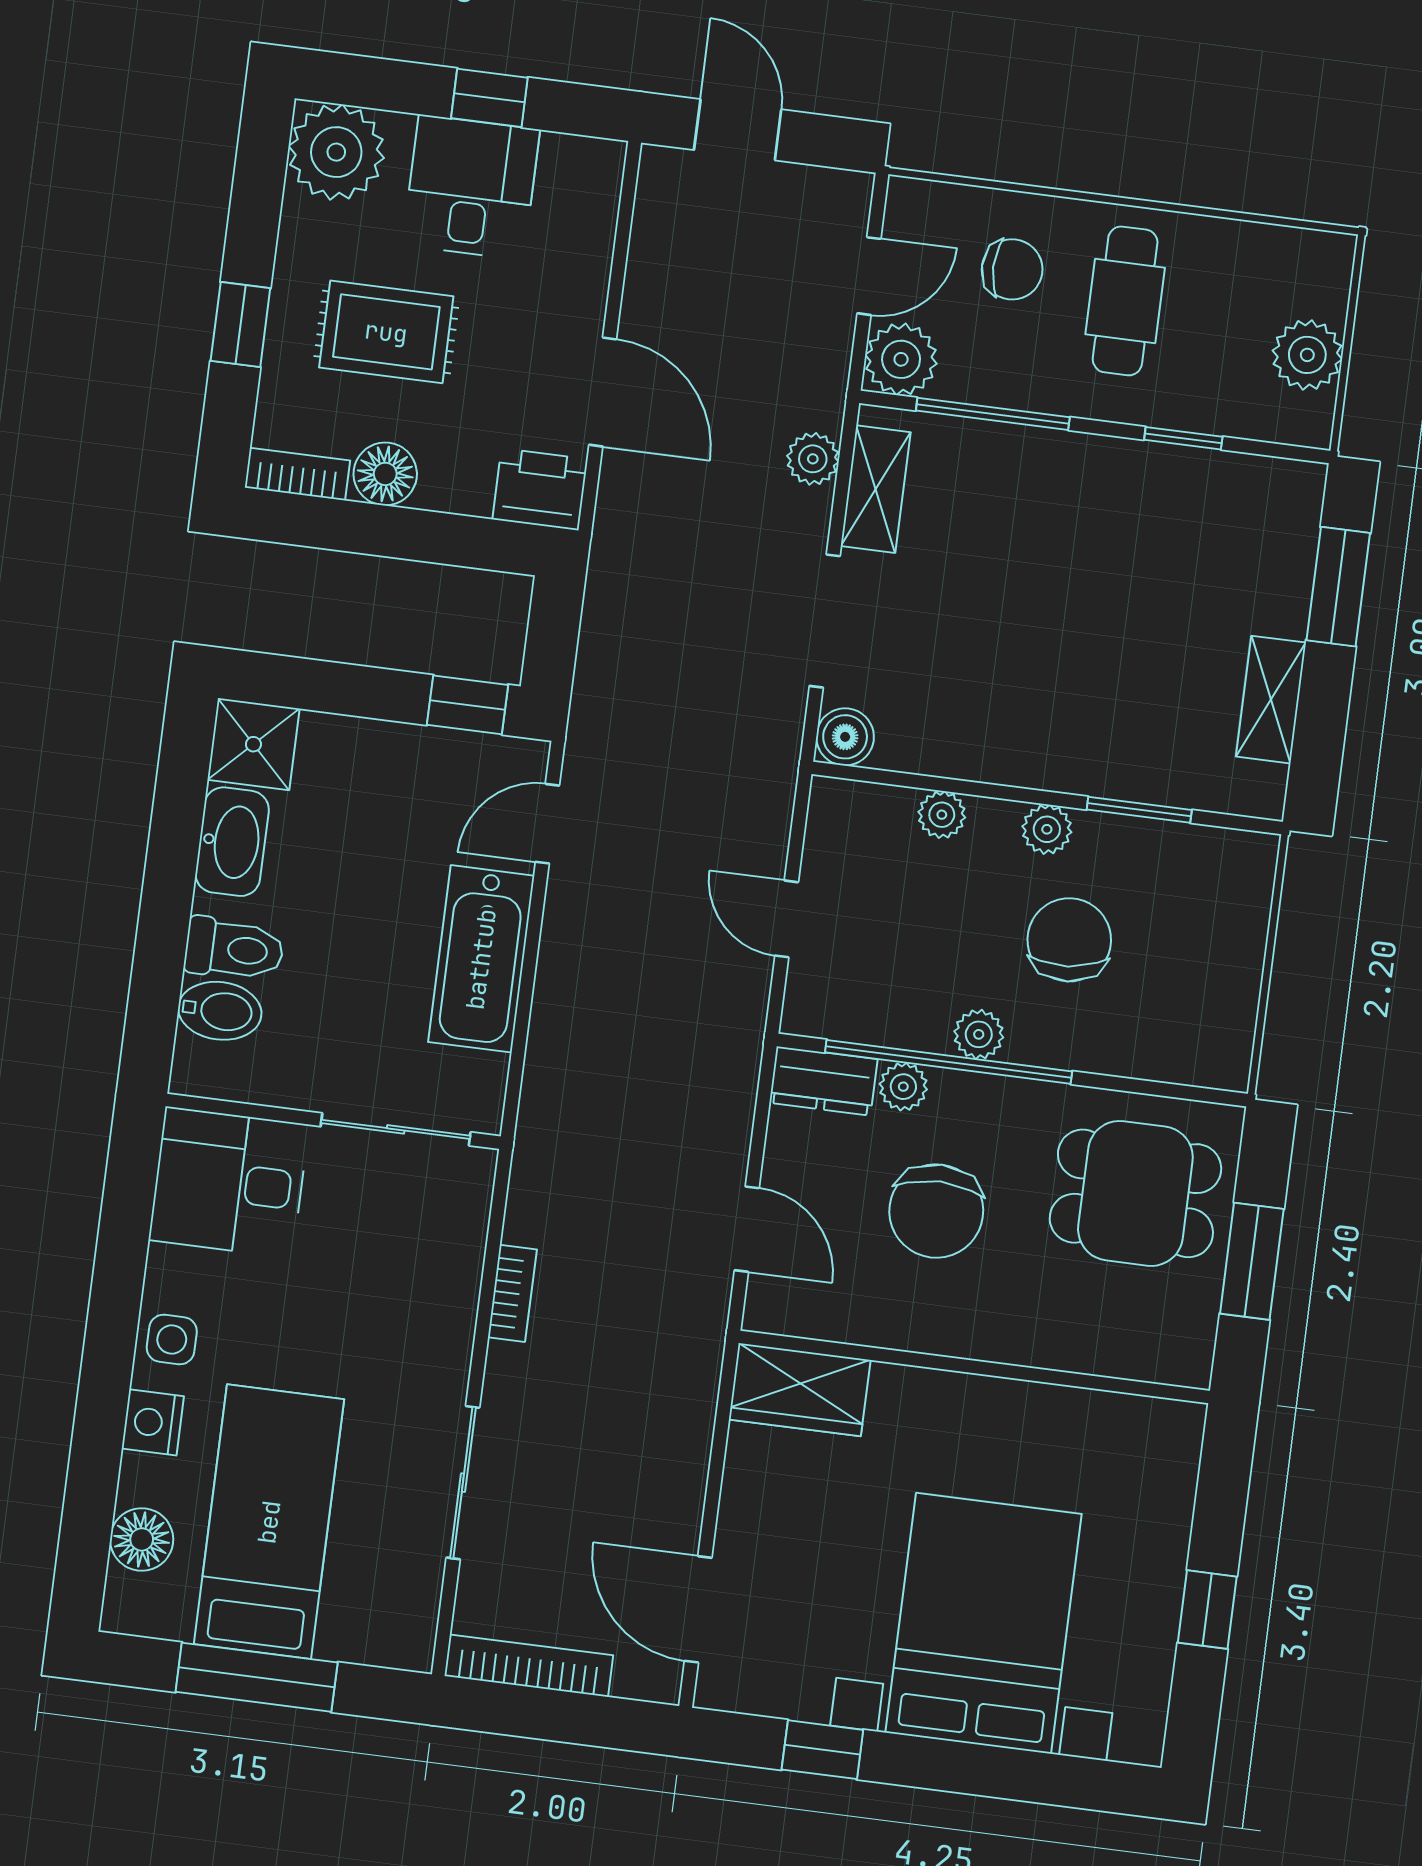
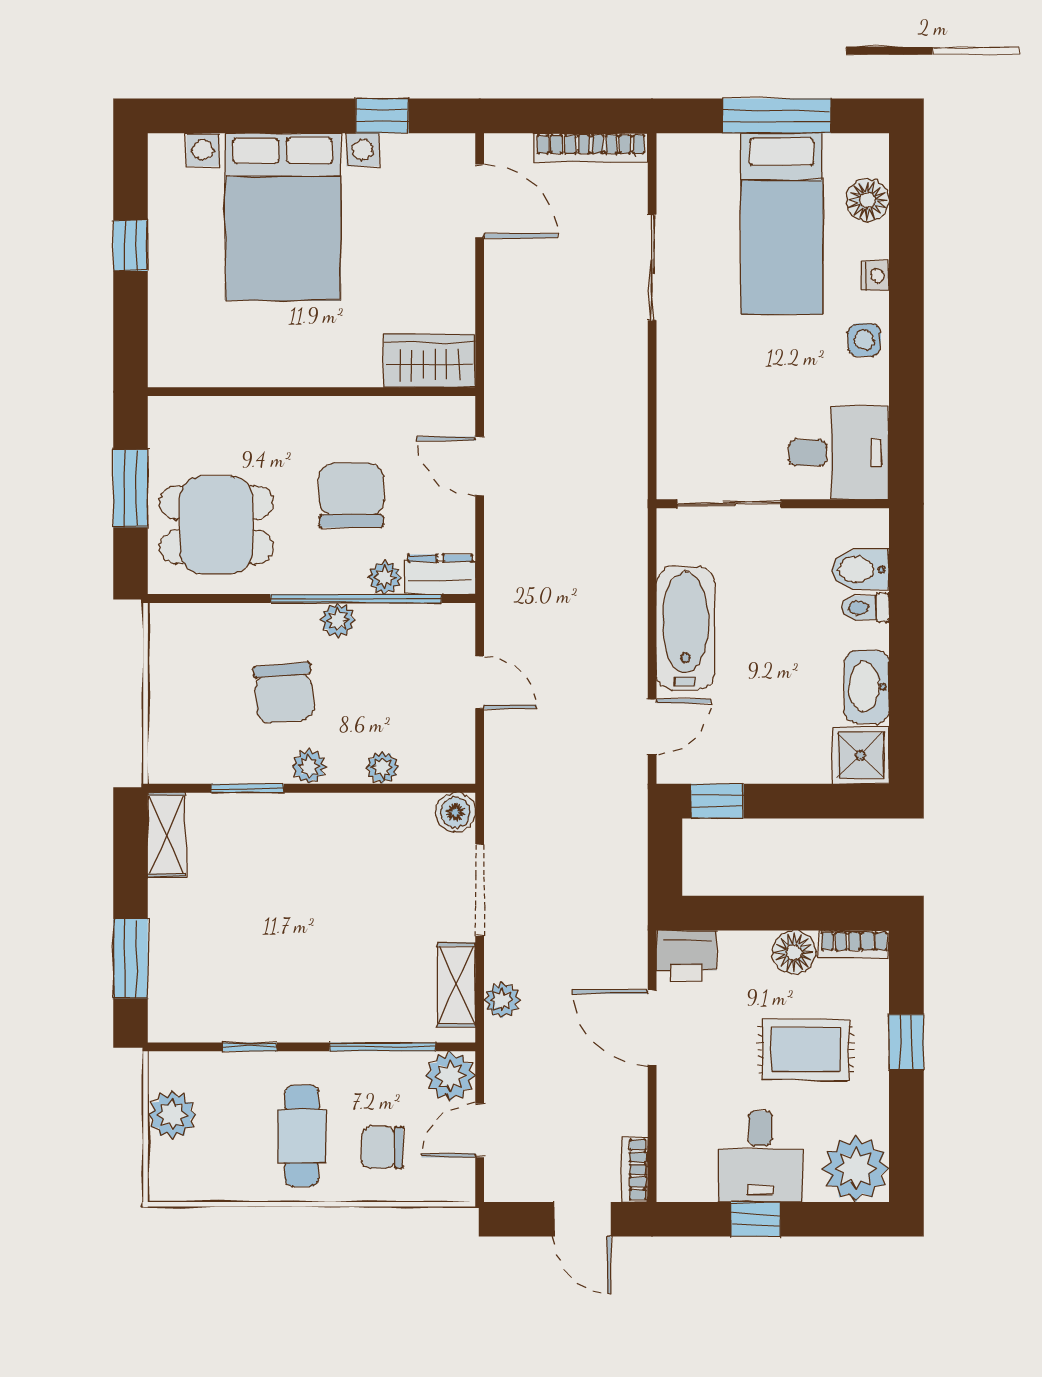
shelving: (1271, 700) -> (167, 835), moved
toilet: (234, 949) -> (865, 608), width x0.73, depth x0.72
bookcase: (512, 1293) -> (635, 1170), moved
nightstand: (153, 1422) -> (875, 276), width x0.72, depth x0.74

